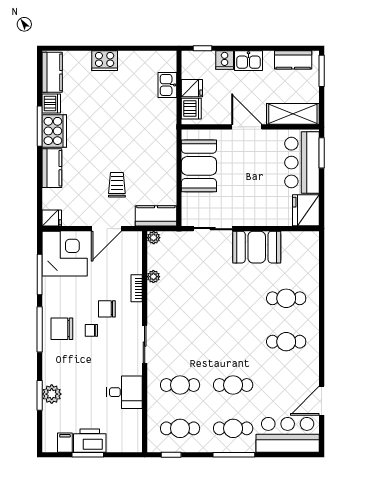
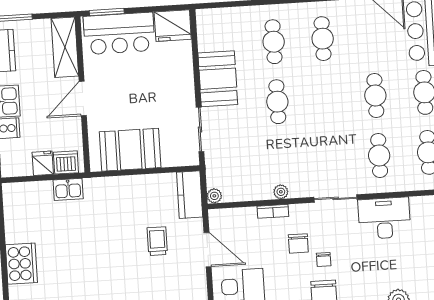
cooker: (105, 61) -> (21, 264), width x1.37, depth x1.31
kitchen sink: (167, 85) -> (68, 189), moved
trolley: (117, 185) -> (157, 241), turned 90
plant: (153, 277) -> (281, 192), moved
cafe table: (233, 298) -> (277, 102), added
desk: (124, 392) -> (384, 218), width x1.37

